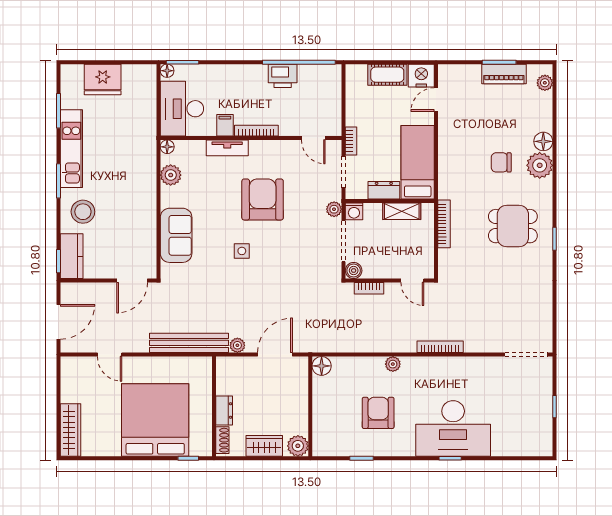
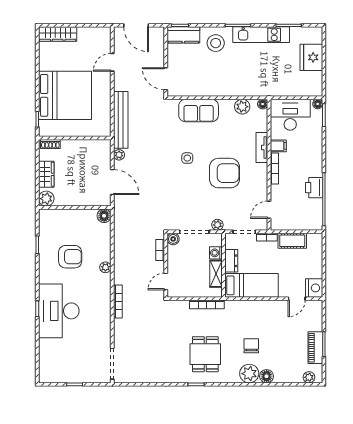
cot: (387, 75) -> (292, 241), moved, turned 90
door: (436, 100) -> (297, 299), swing flipped
washing machine: (354, 211) -> (216, 253), moved
dresser: (224, 411) -> (72, 145), removed

